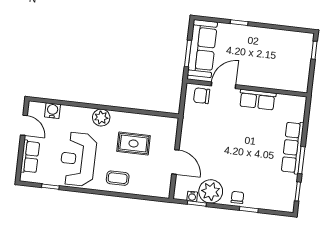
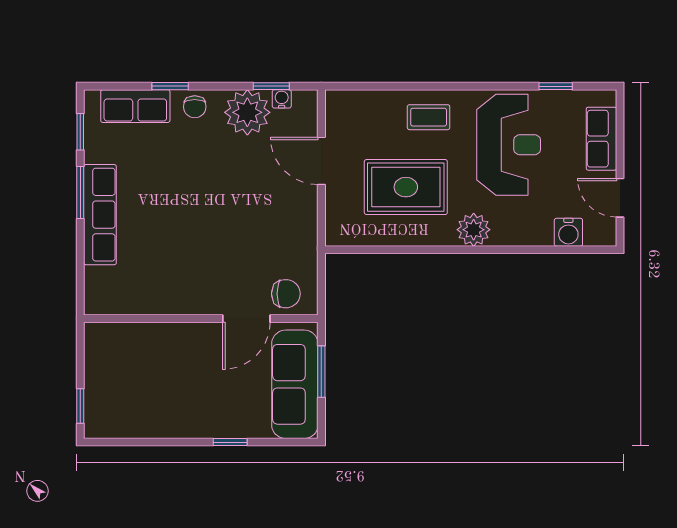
row of seats: (257, 100) -> (135, 106), moved, turned 180
rug: (134, 143) -> (406, 187), width x1.36, depth x1.43

